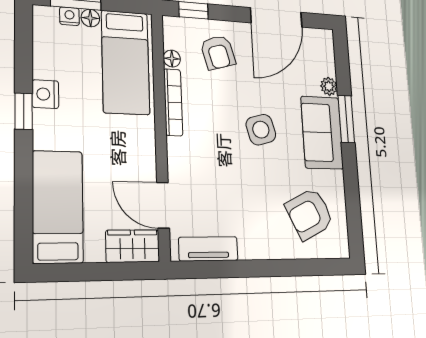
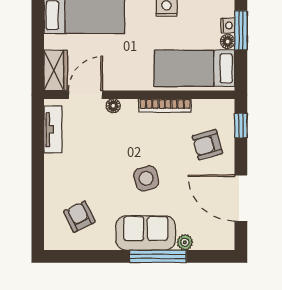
floor lamp: (172, 59) -> (113, 106), moved
window: (346, 119) -> (158, 256), width x1.44
armchair: (309, 214) -> (79, 217), width x0.72, depth x0.72

